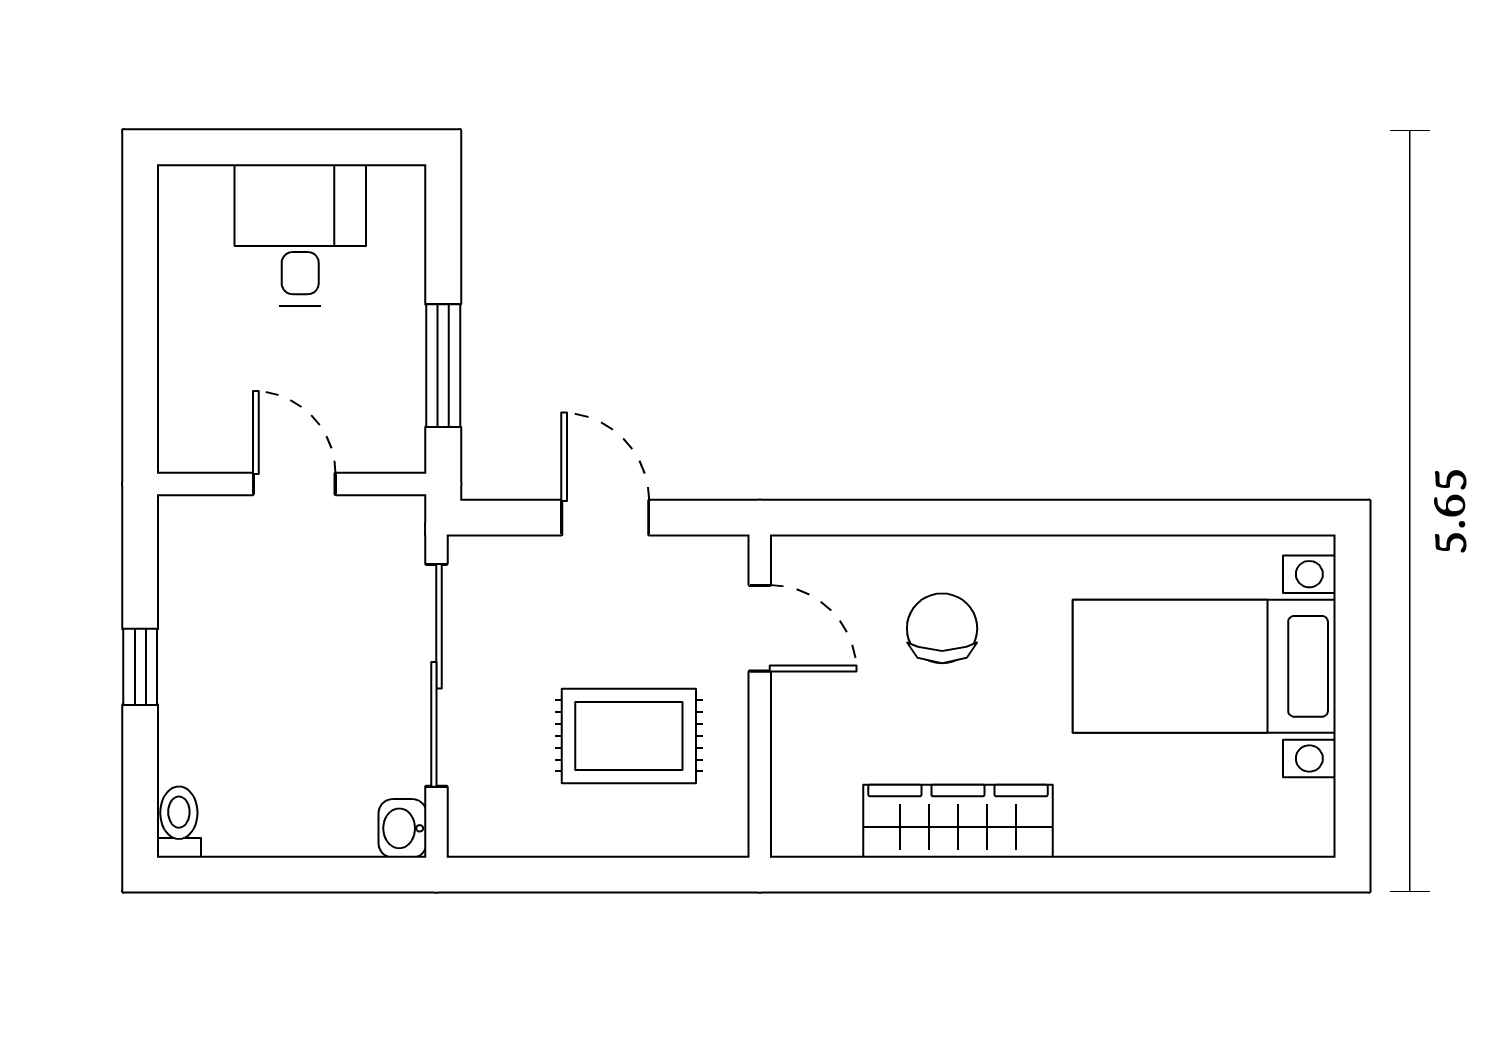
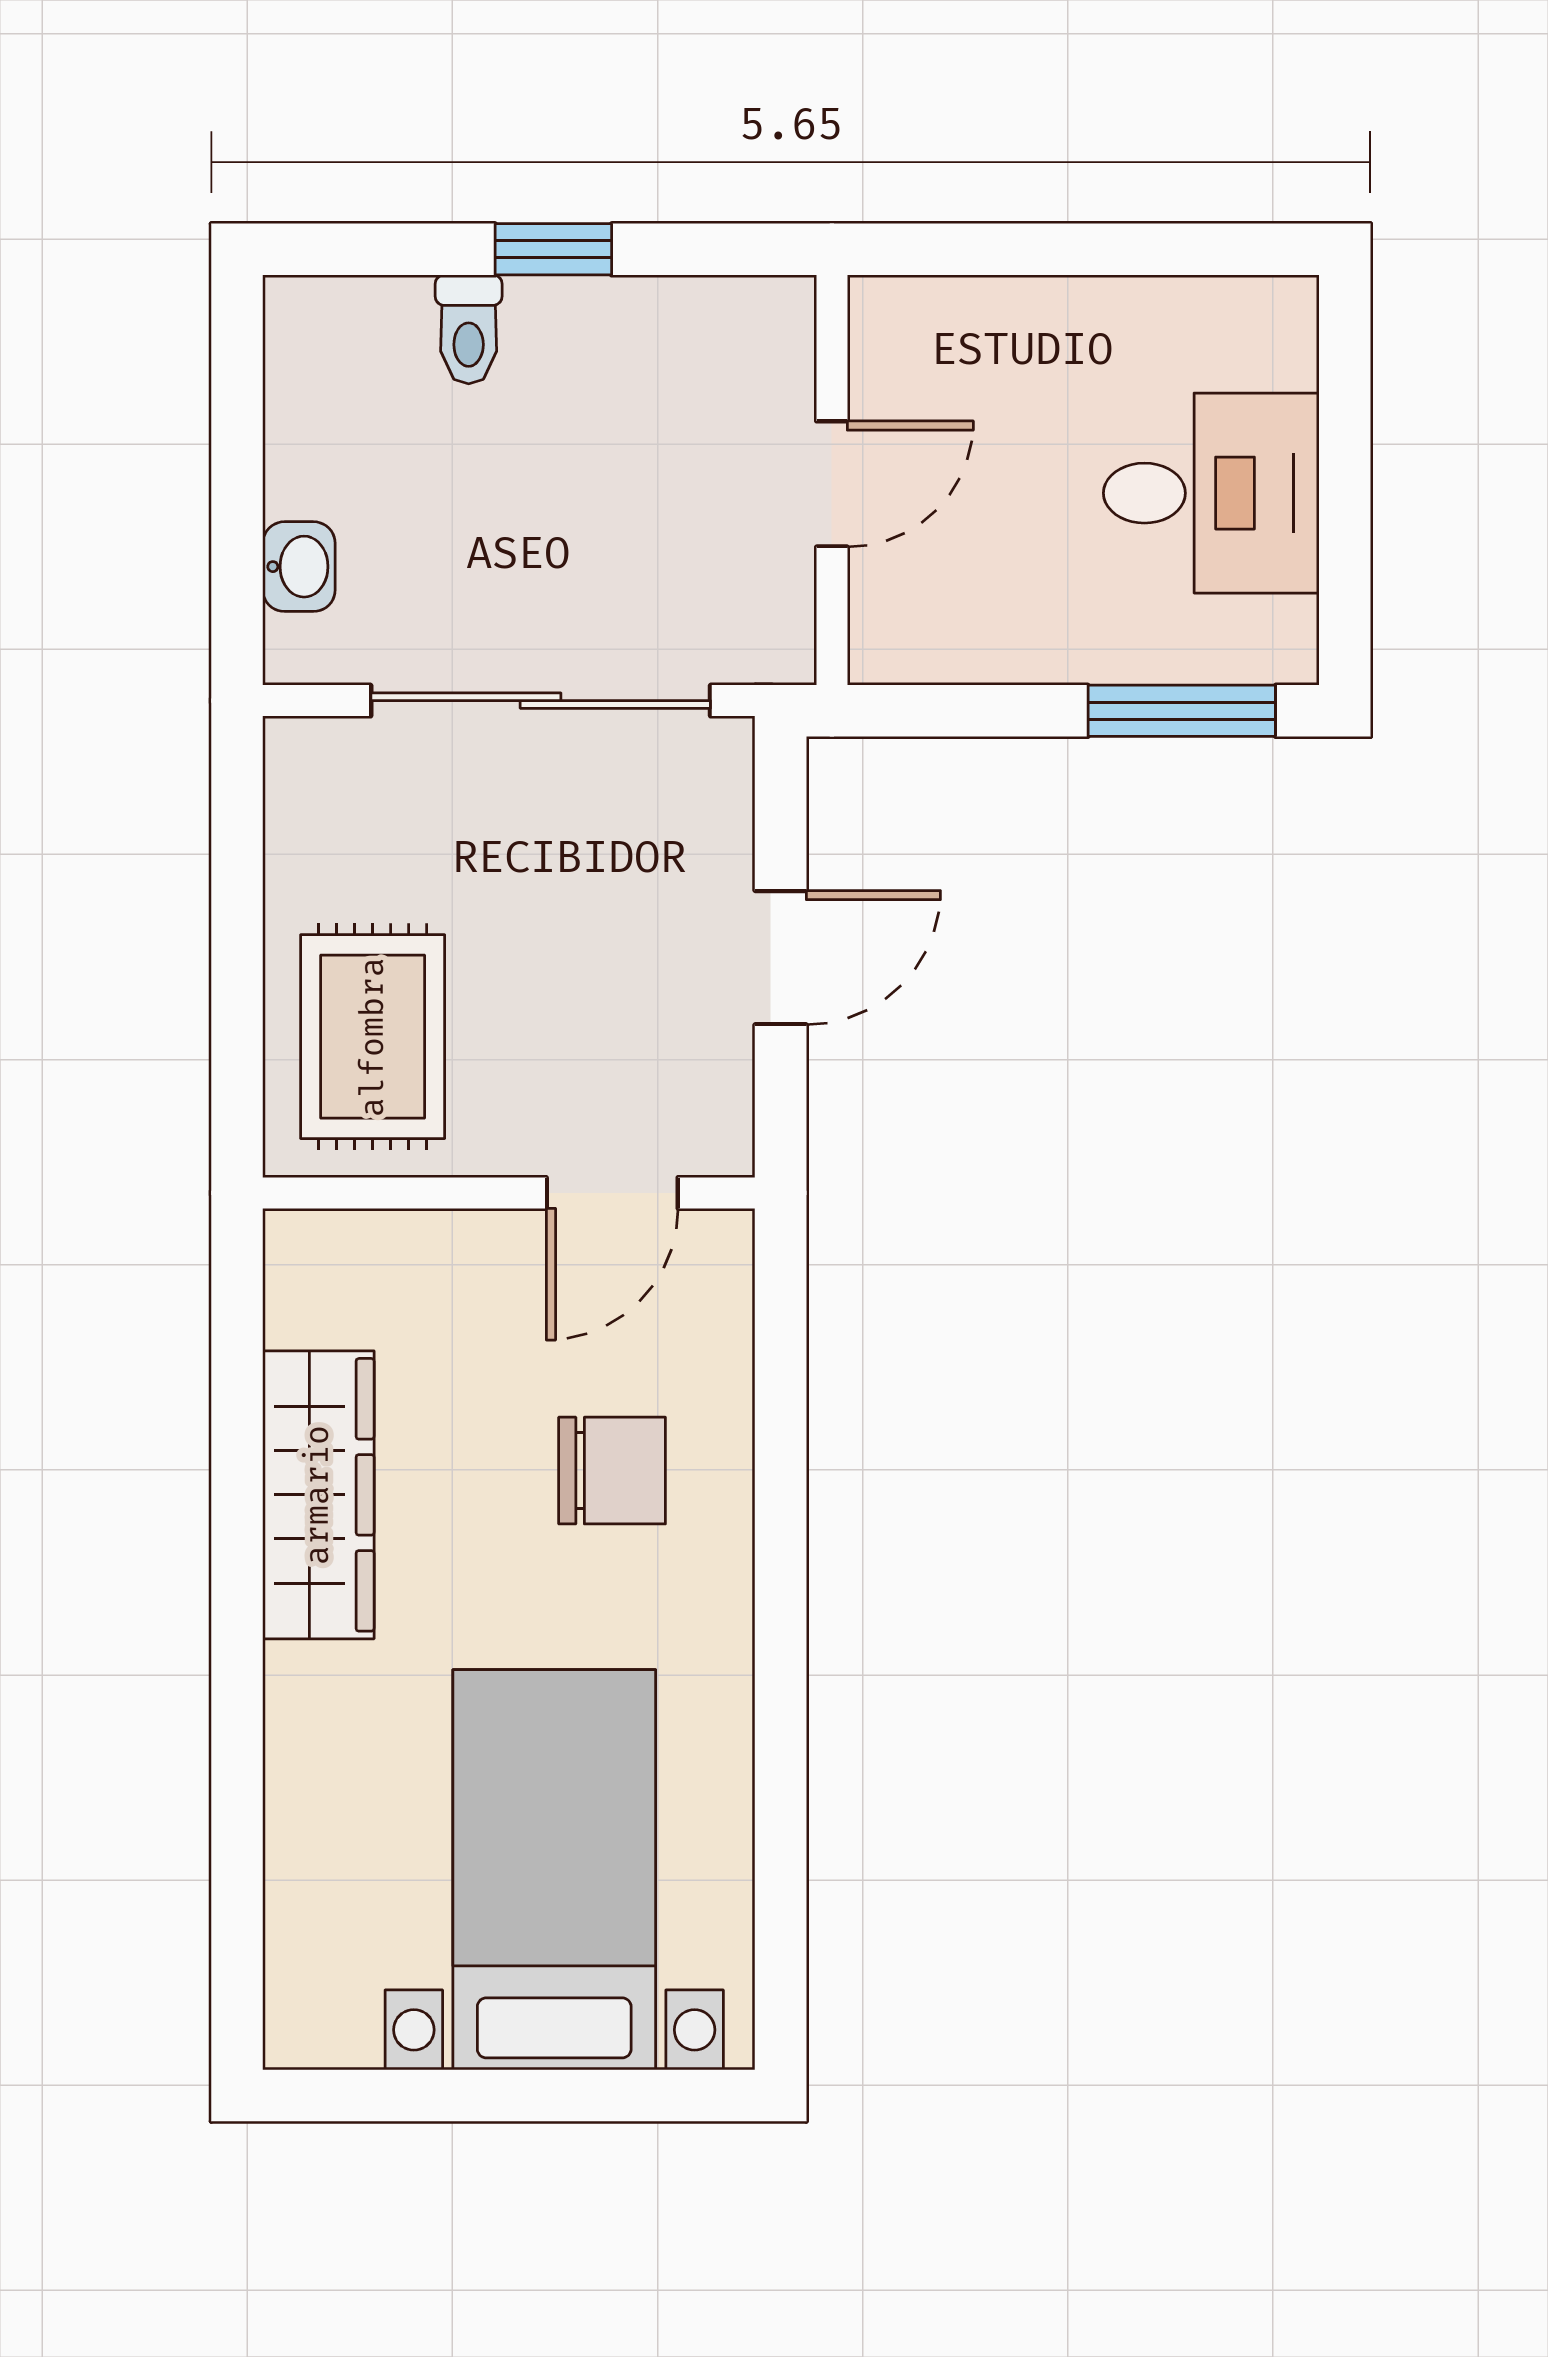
window: (443, 366) -> (1182, 711), moved
rug: (629, 736) -> (373, 1037), moved
toilet: (179, 822) -> (469, 329), moved, turned 90
washbasin: (403, 828) -> (299, 567), moved, turned 90

